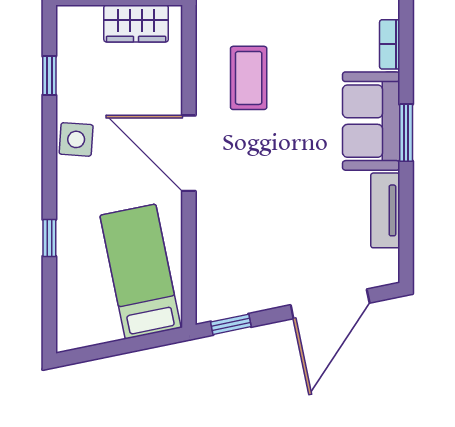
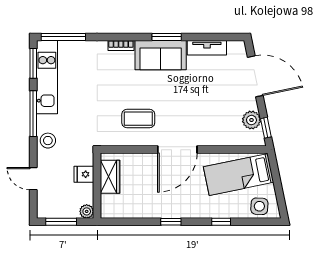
window: (49, 76) -> (171, 222), moved
side table: (76, 139) -> (259, 206), moved
plant: (246, 296) -> (251, 120), added

